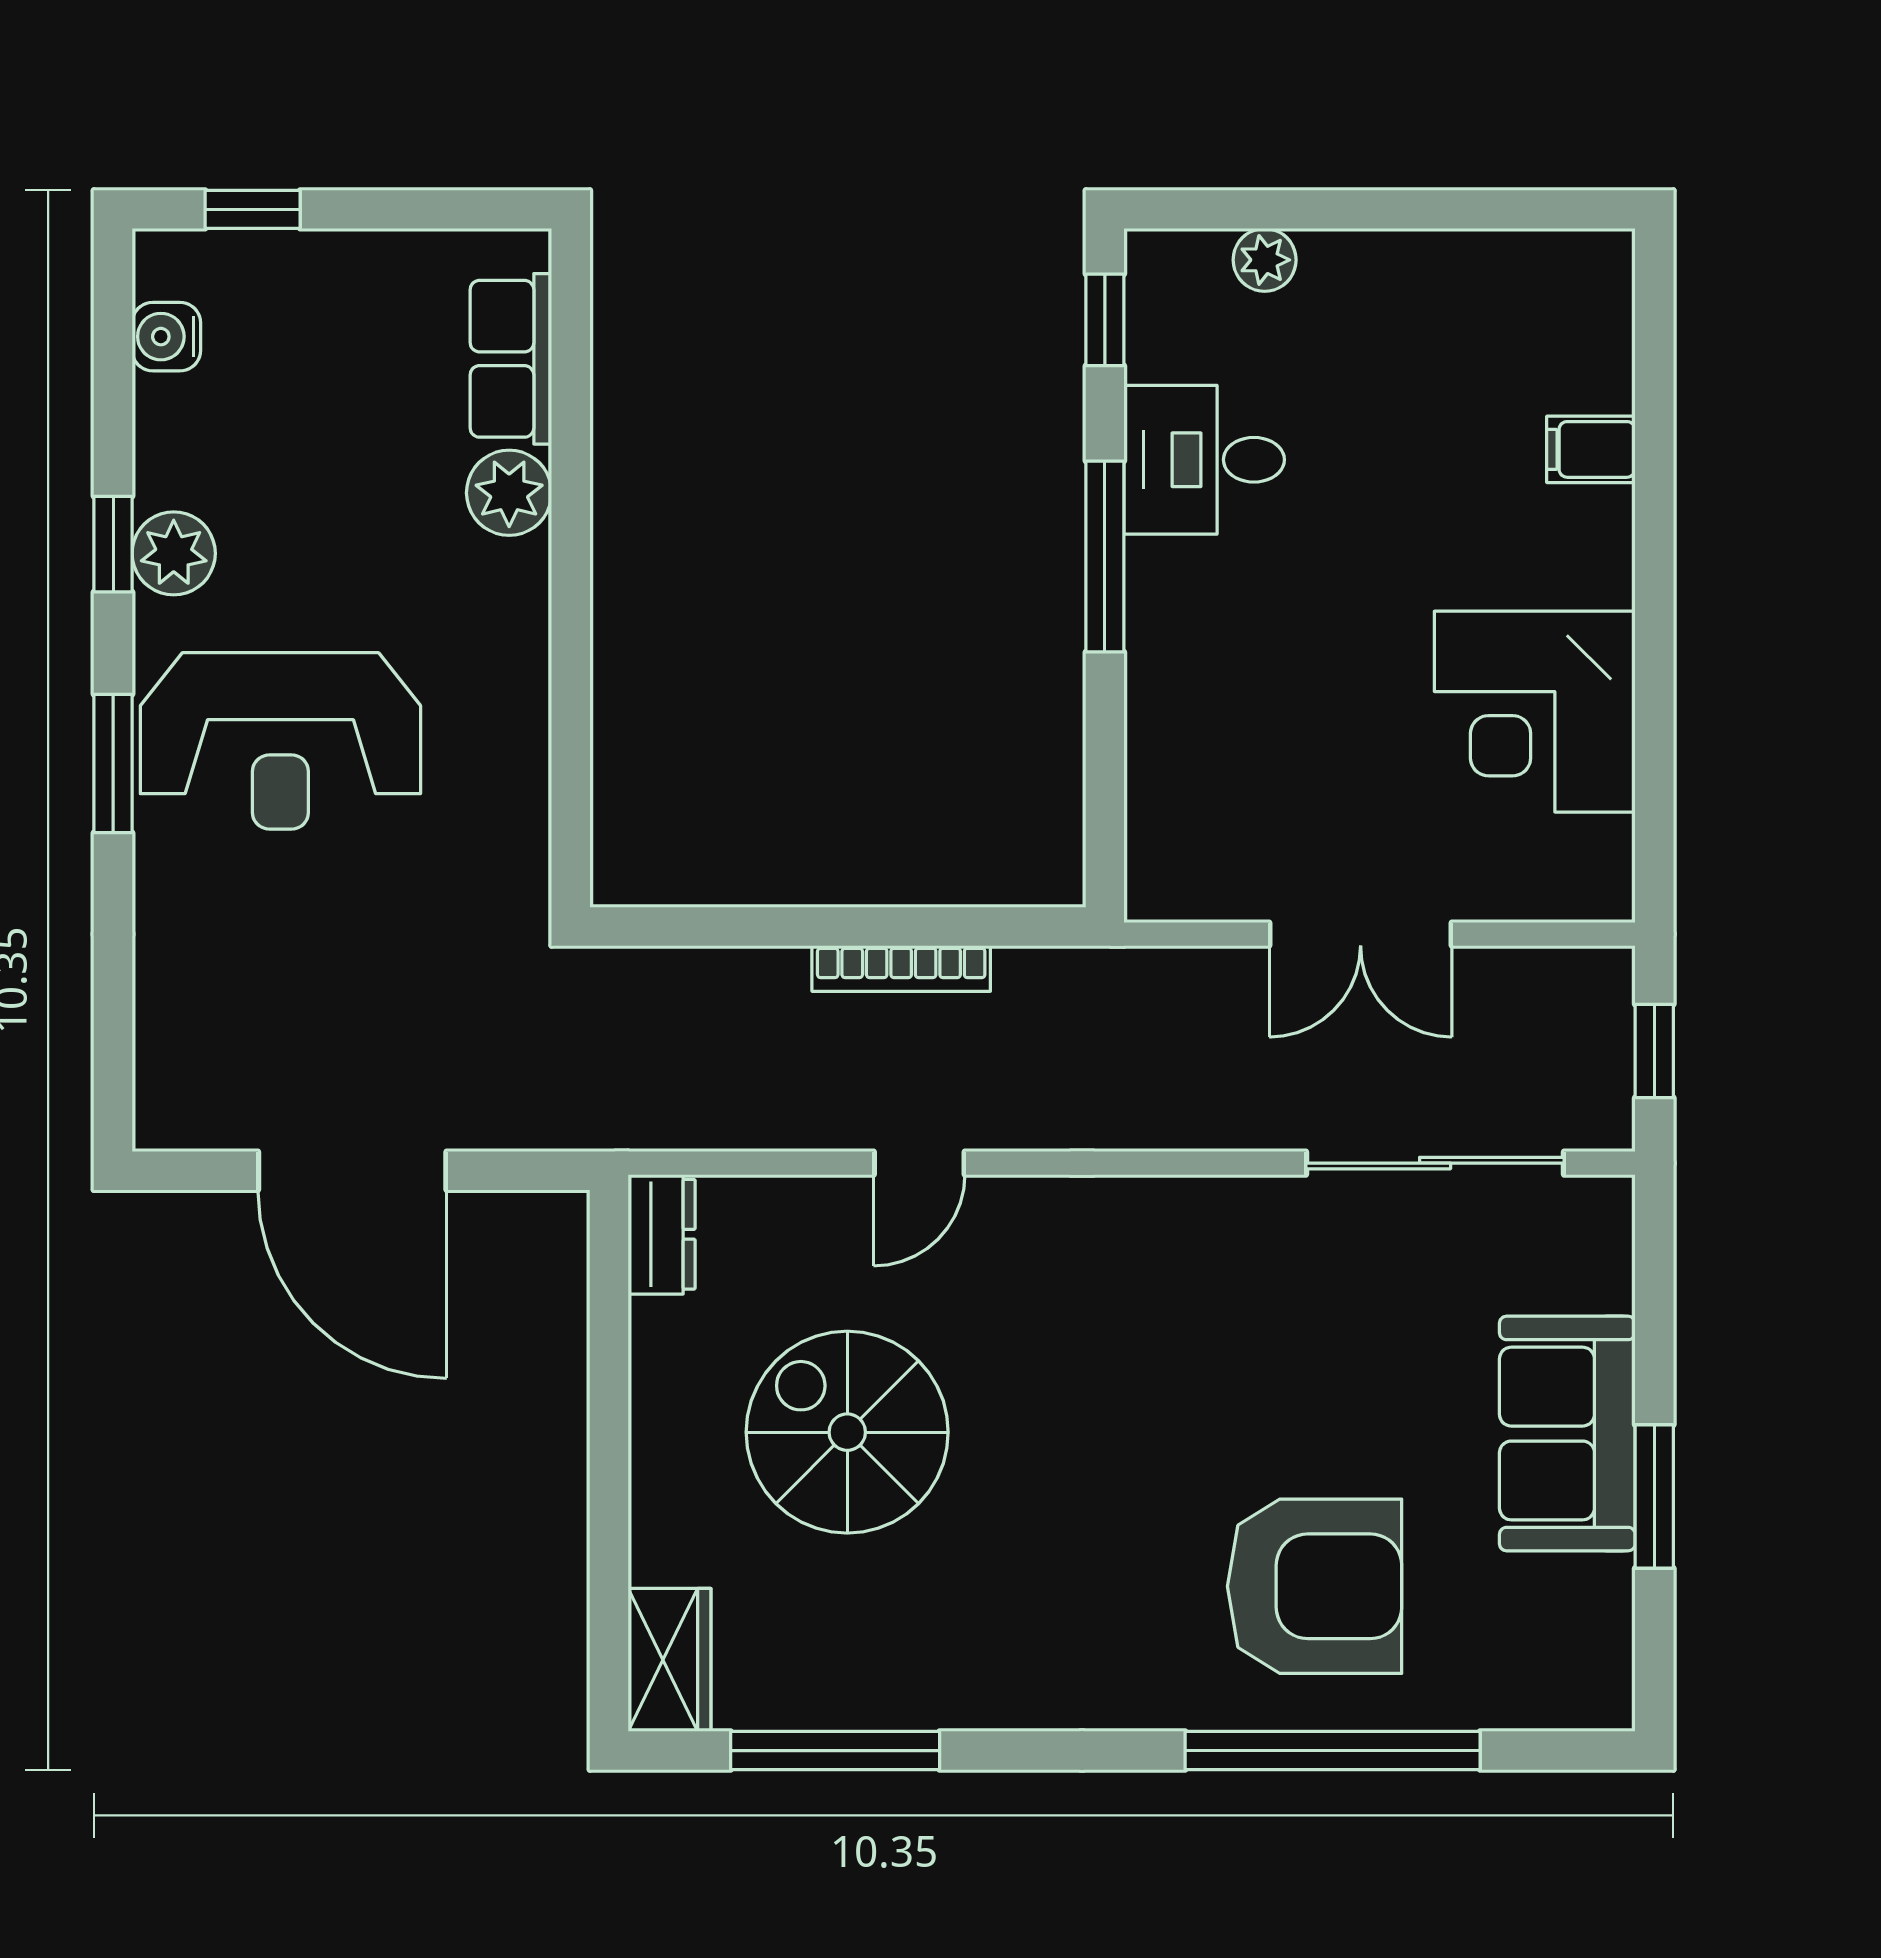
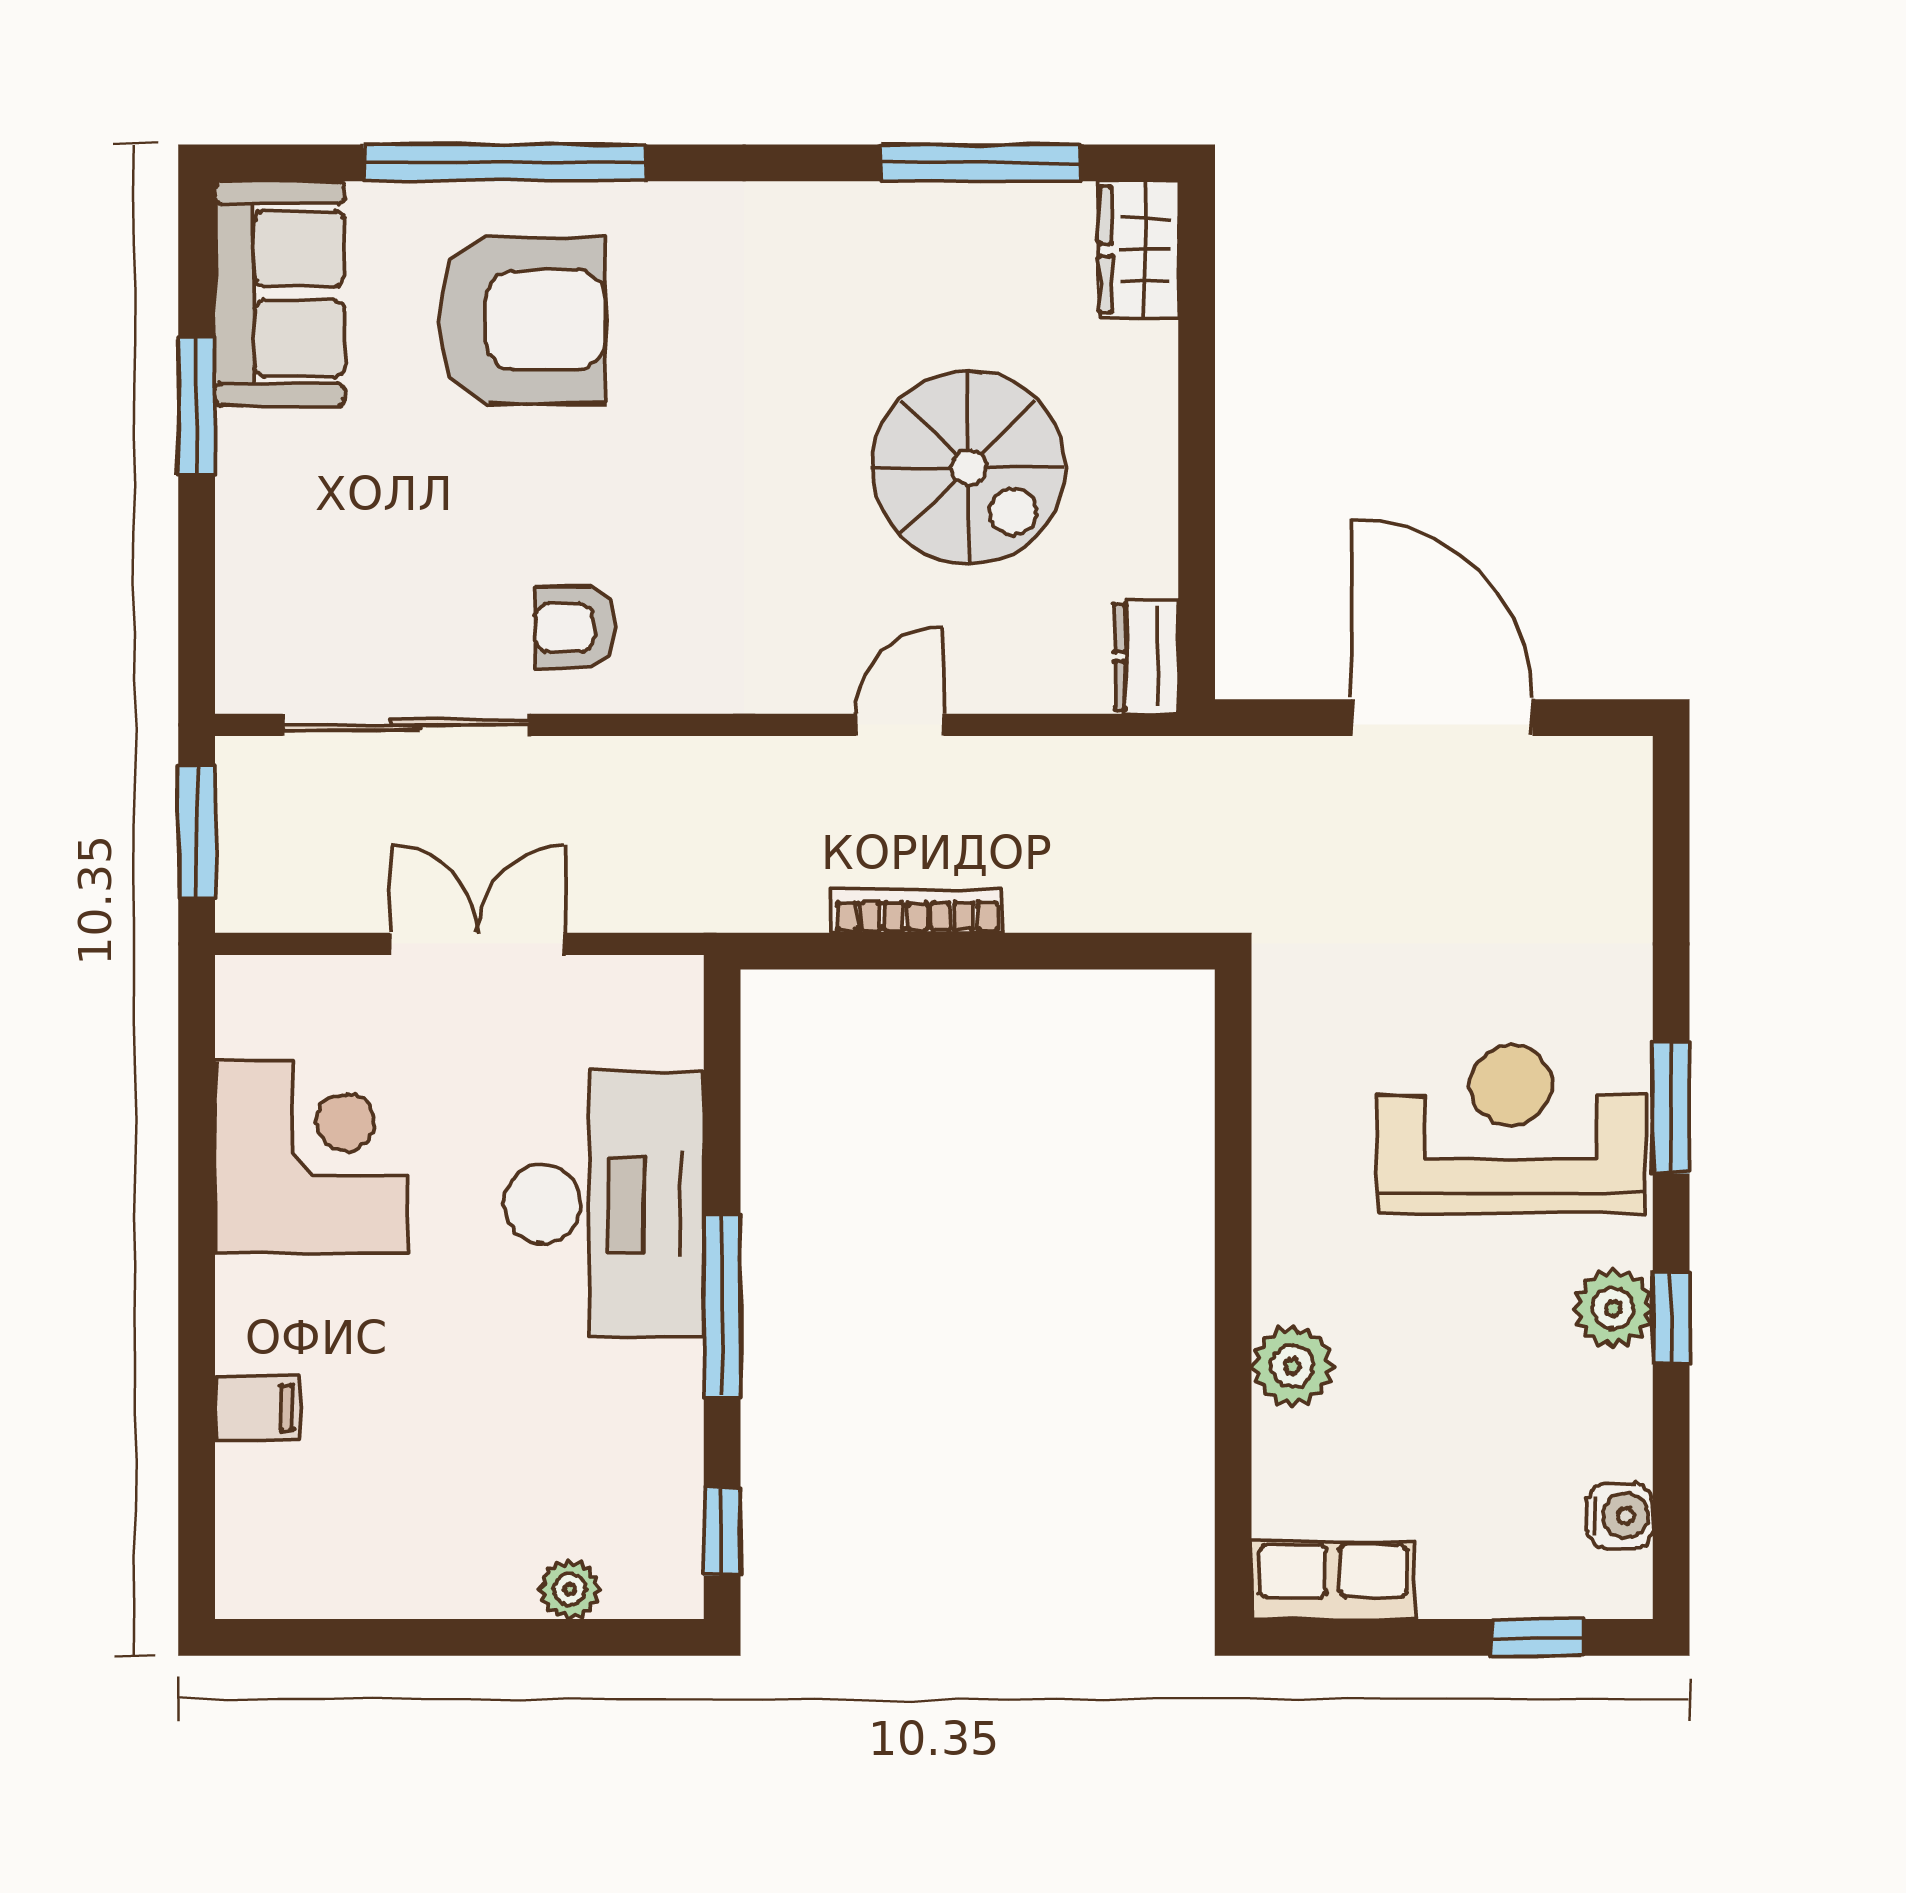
row of seats: (511, 359) -> (1333, 1580), moved, turned -90
desk: (1204, 460) -> (604, 1204), moved, width x1.87, depth x1.30
window: (1654, 1051) -> (197, 832), width x1.50
armchair: (1258, 1265) -> (575, 628), added
sofa: (1567, 1434) -> (280, 293), moved
armchair: (1315, 1586) -> (522, 320), turned 180

